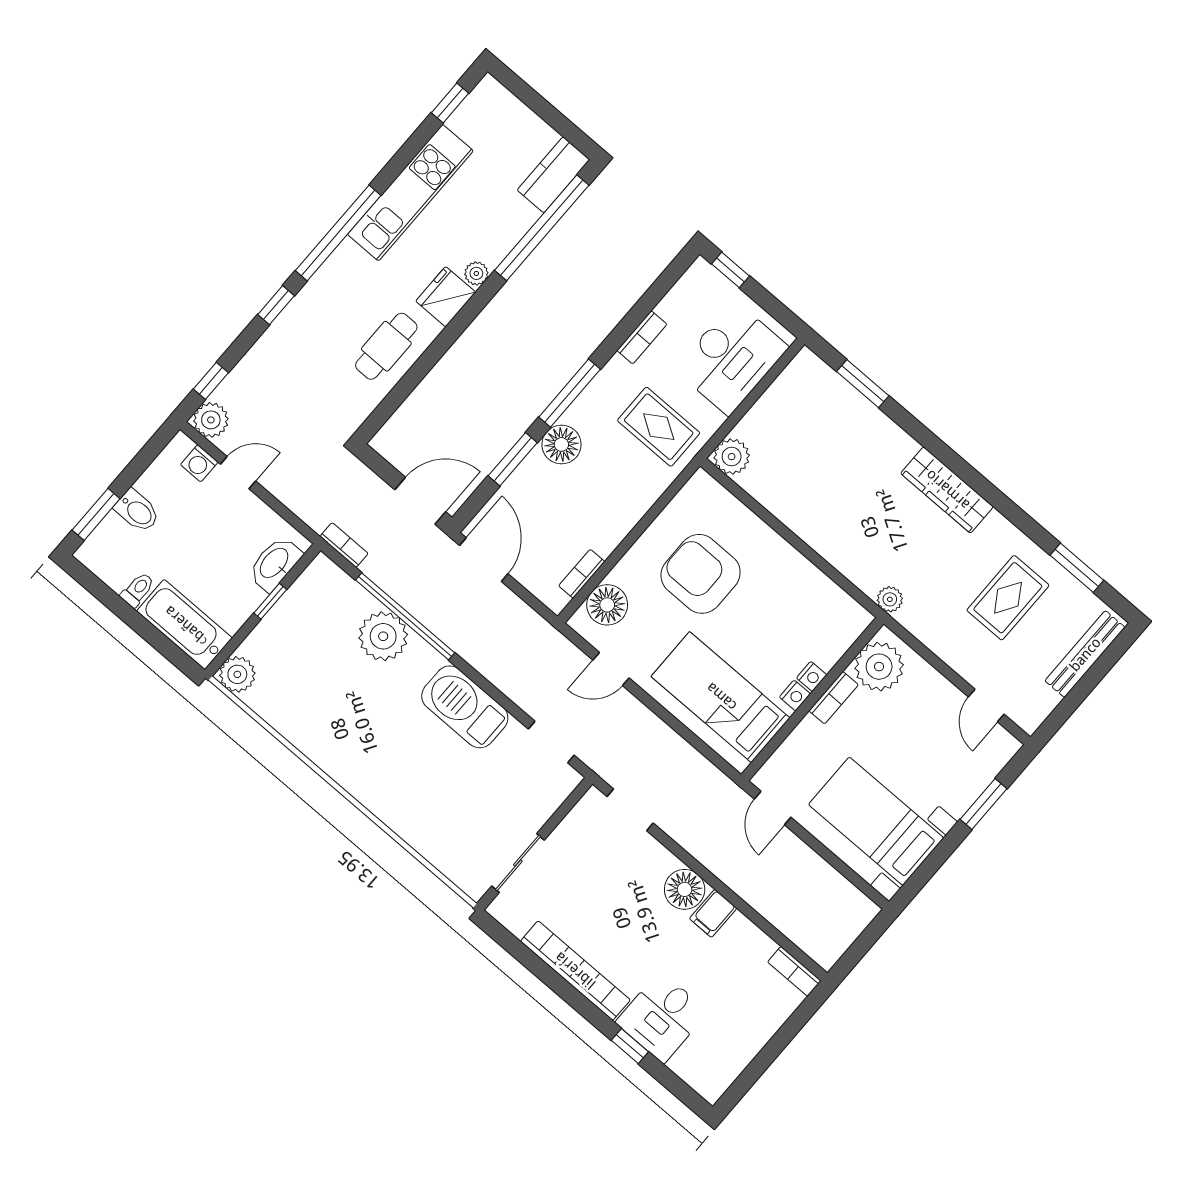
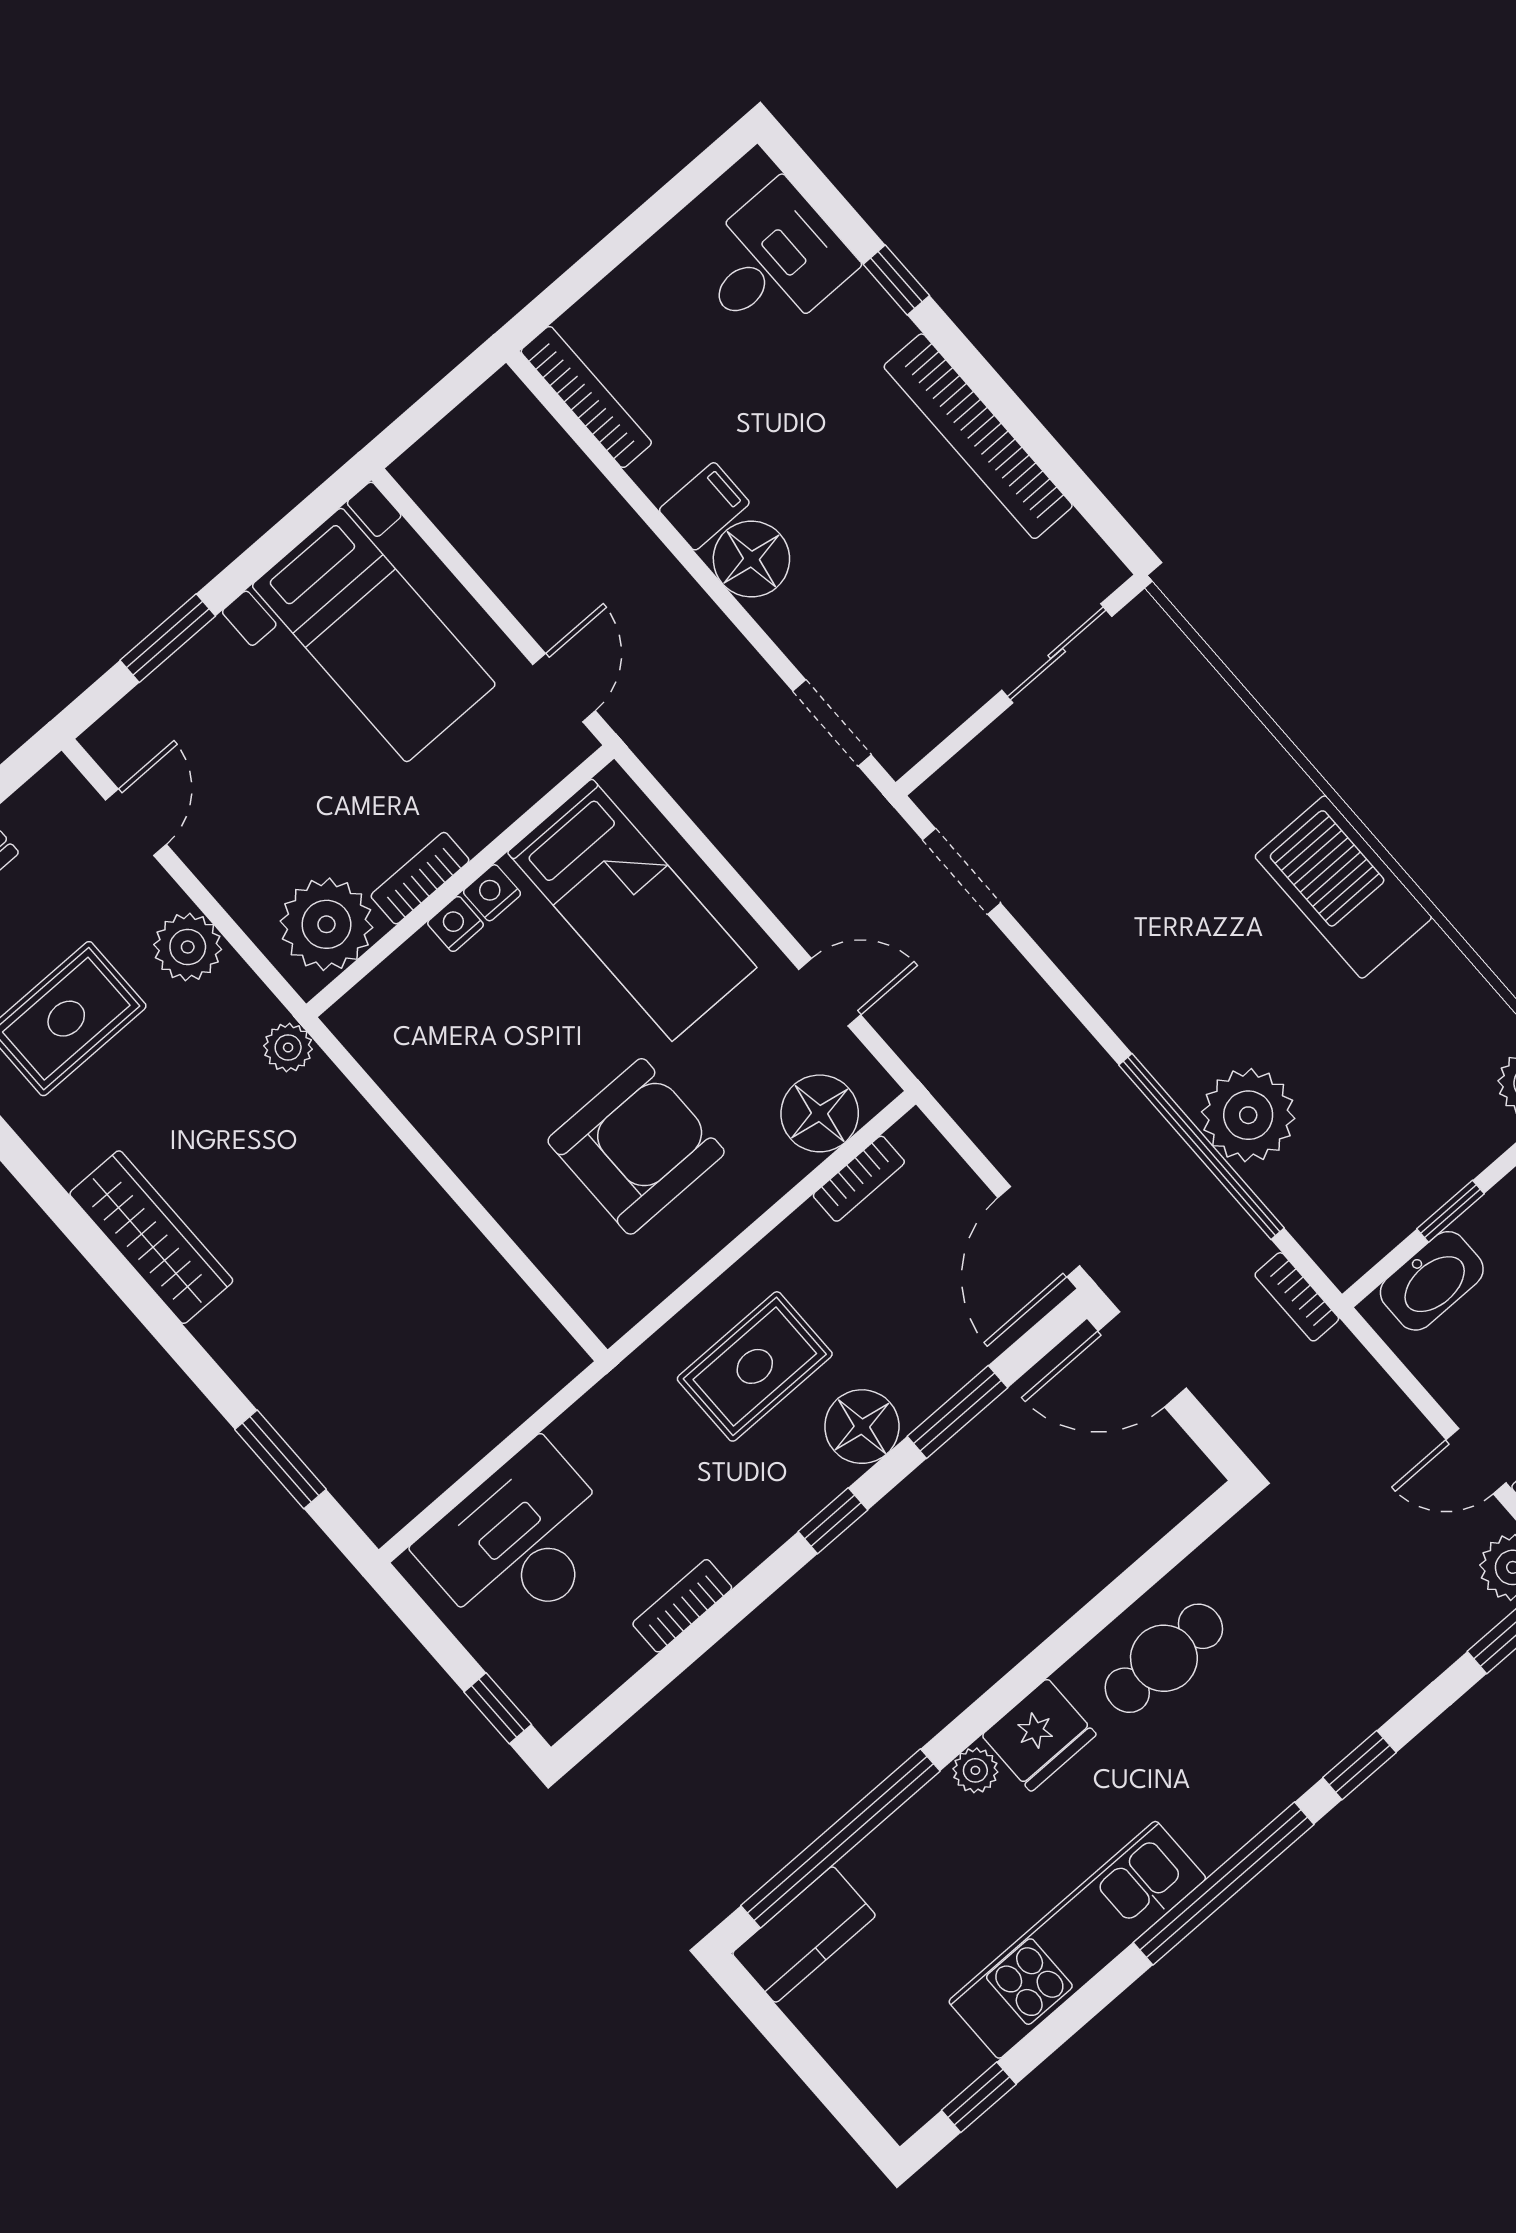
window: (570, 393) -> (833, 1521), width x0.46
rug: (659, 427) -> (755, 1366), moved, turned 90
plant: (732, 457) -> (188, 947), moved
armchair: (701, 574) -> (636, 1146), turned -90
barbecue: (465, 707) -> (1343, 887), moved, turned 180
bookcase: (794, 971) -> (586, 397), width x1.56
desk: (662, 1017) -> (773, 262), moved

